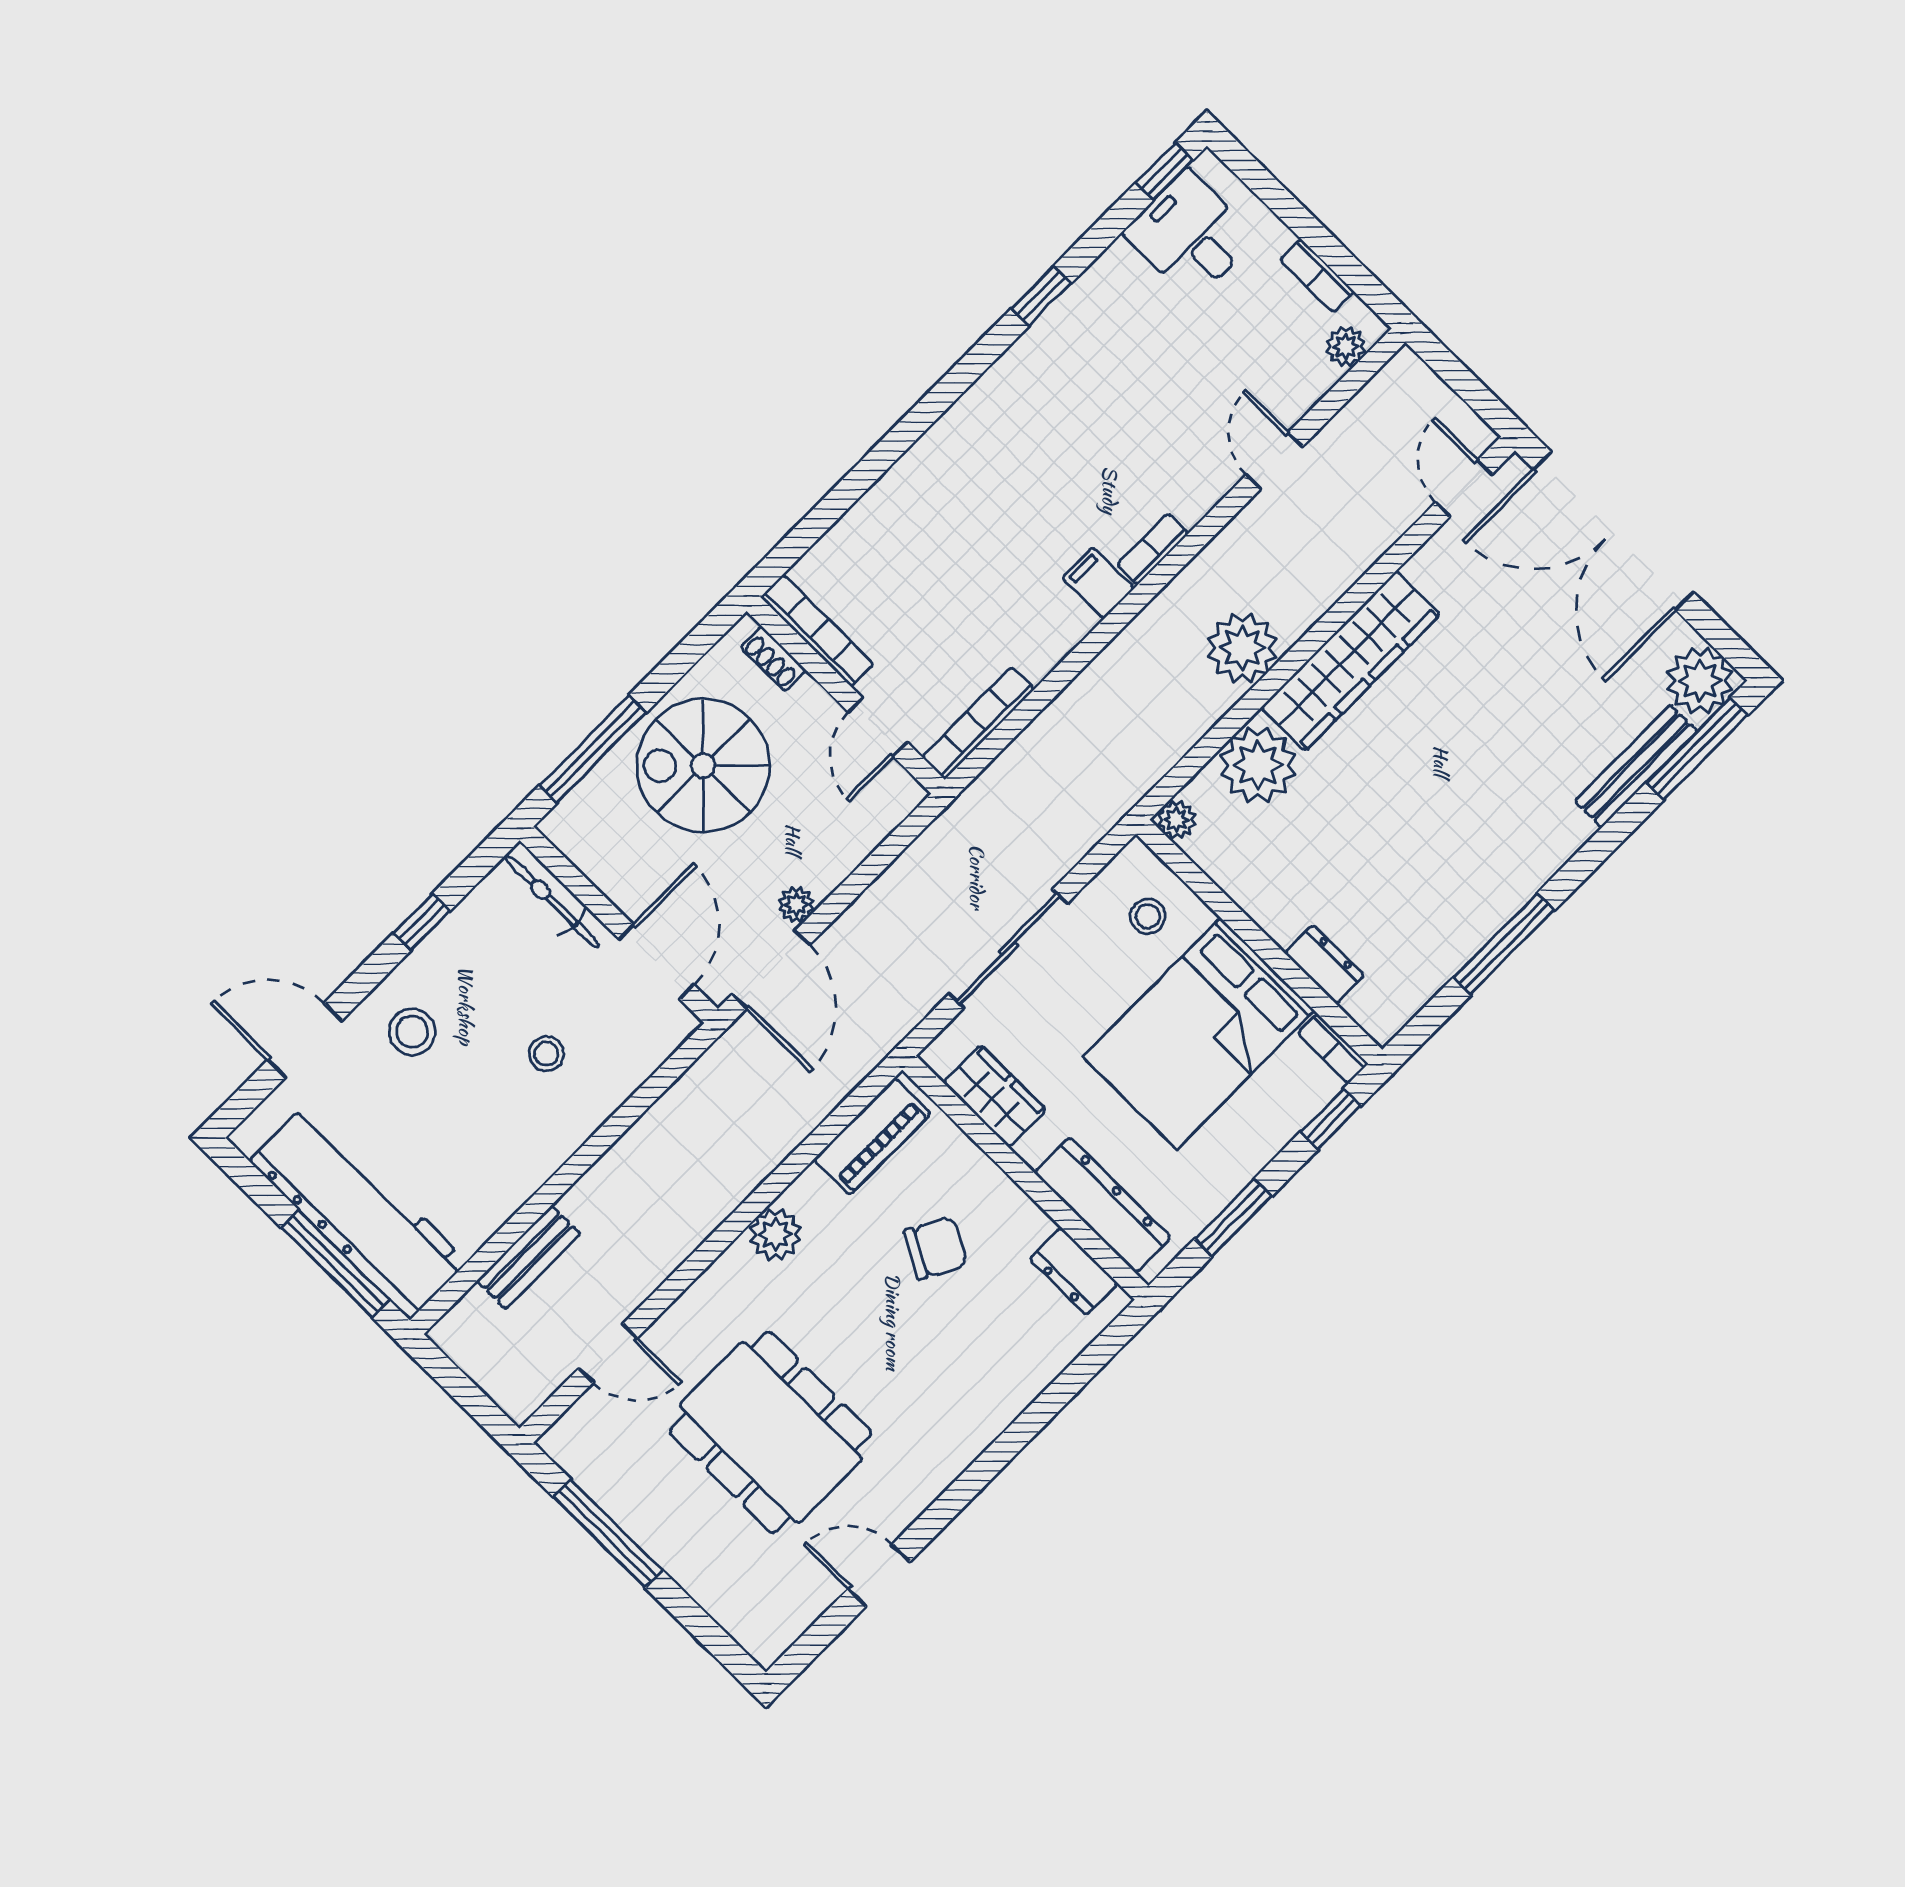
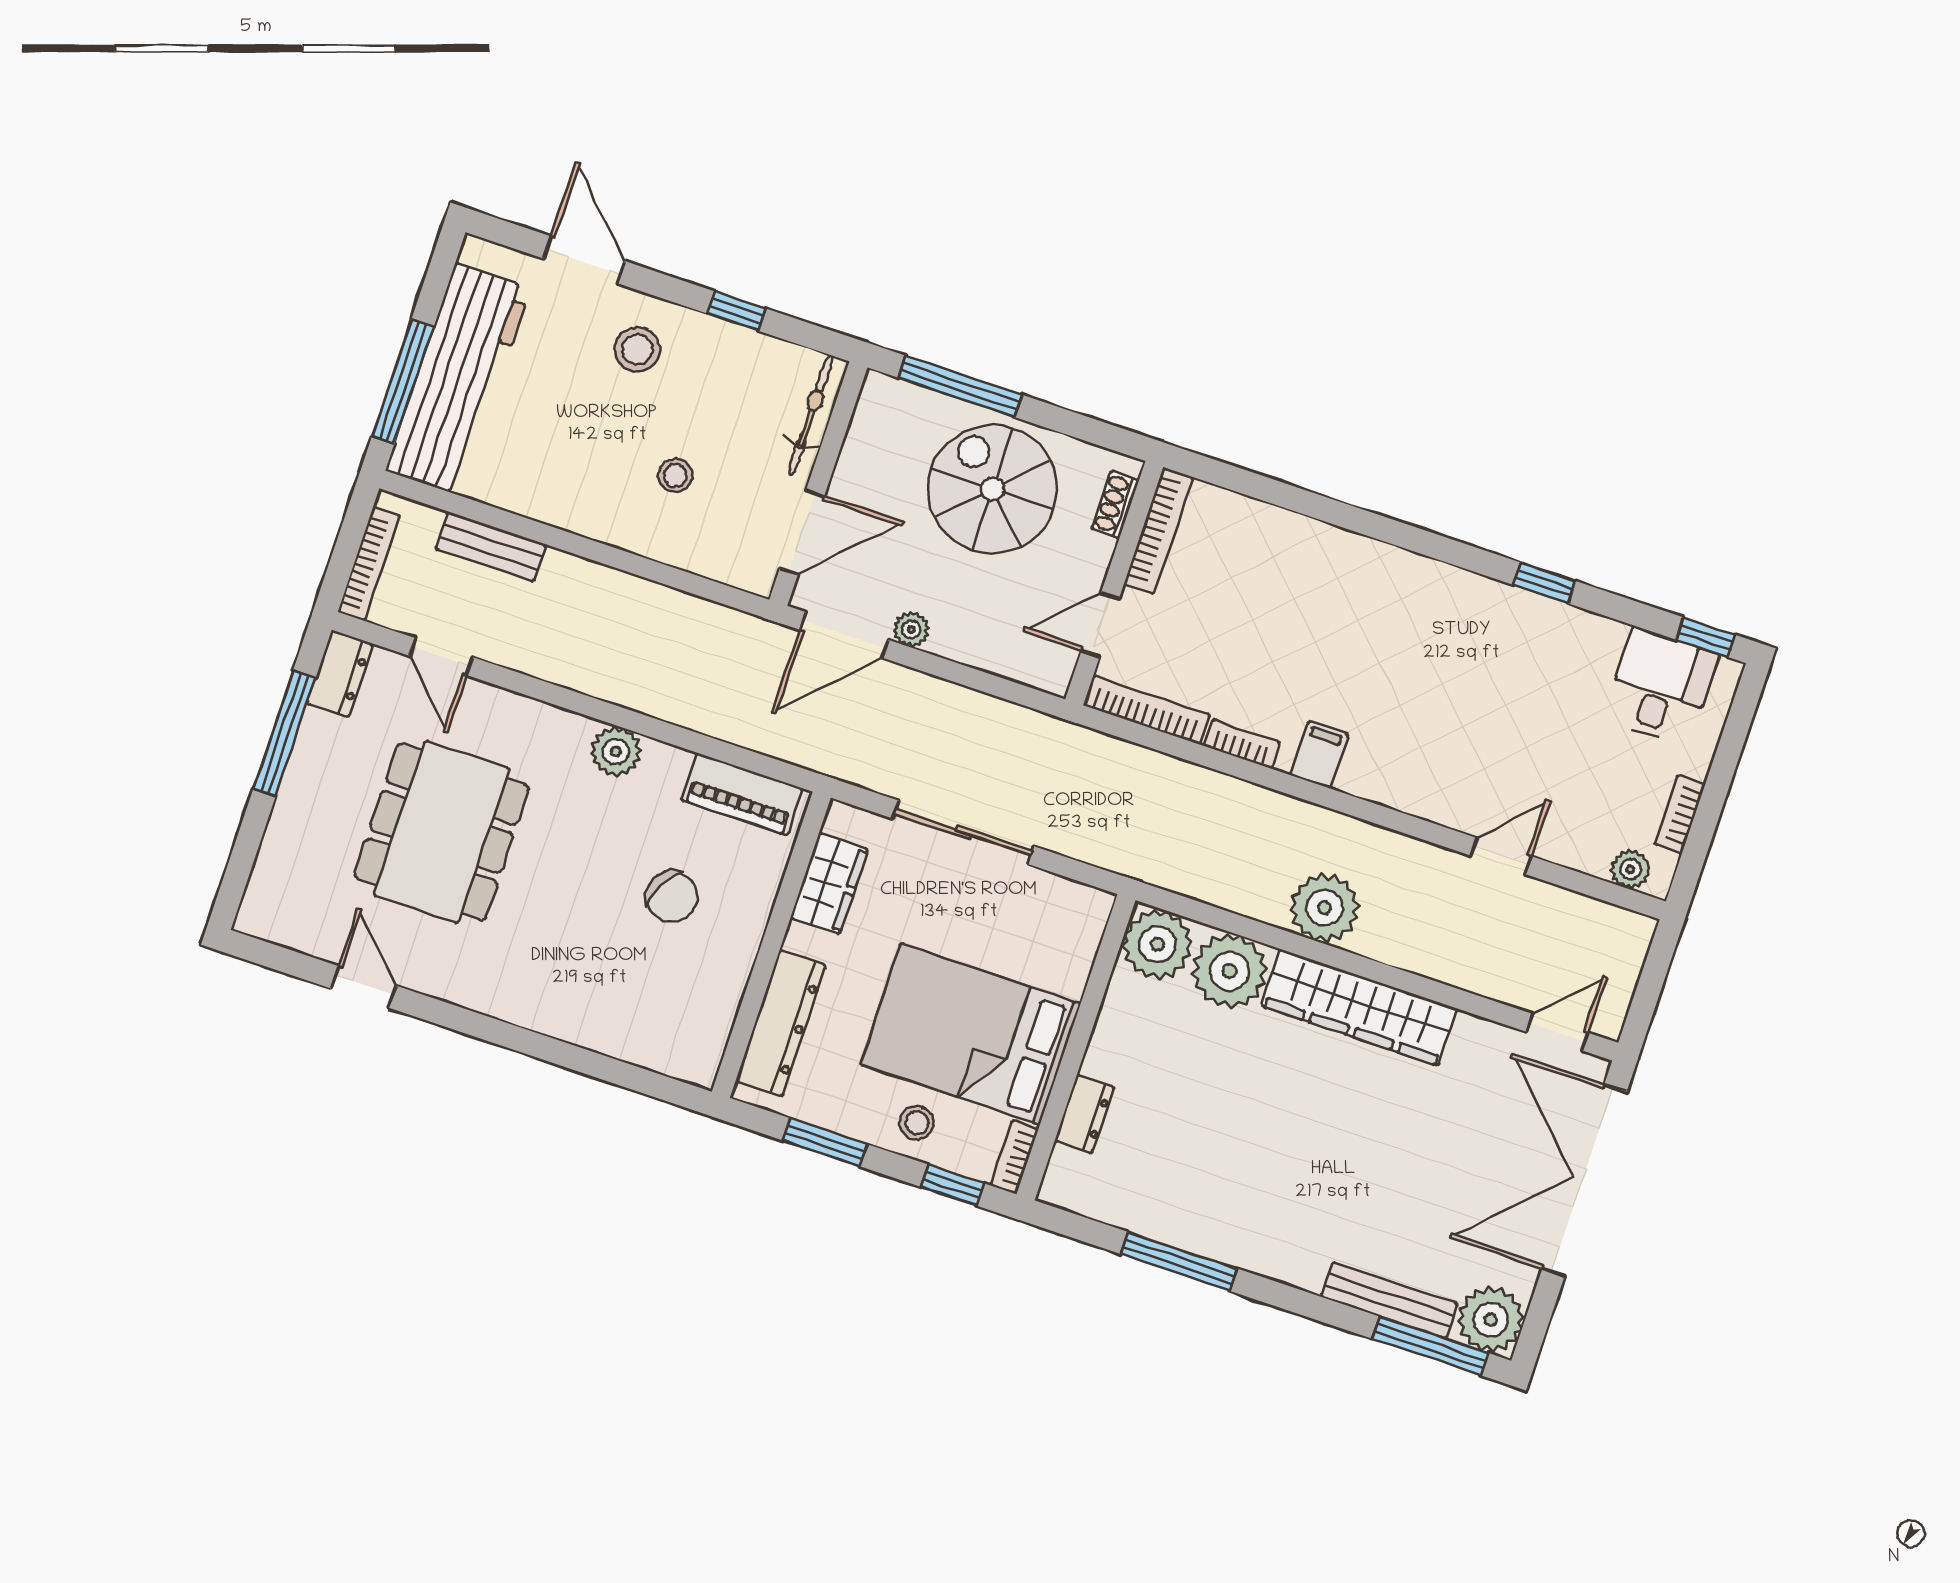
bookcase: (1153, 549) -> (1242, 744), moved
plant: (1176, 820) -> (1157, 944), width x1.88, depth x1.88
stool: (1148, 916) -> (917, 1123), moved
dresser: (1074, 1271) -> (340, 674), moved, turned 180
bookcase: (489, 1378) -> (369, 564), added

